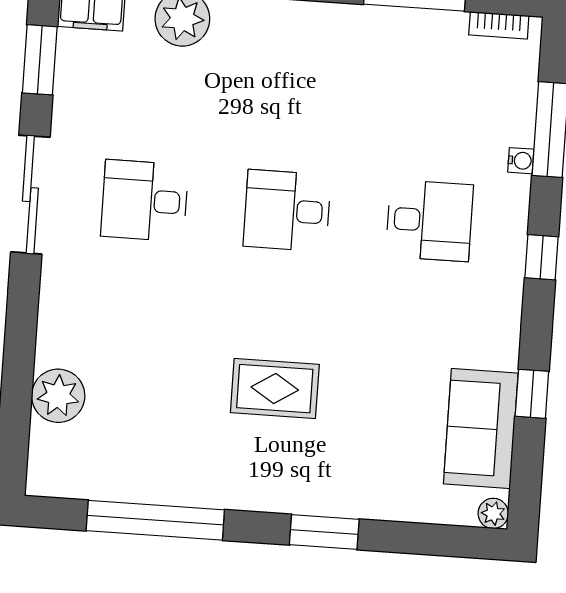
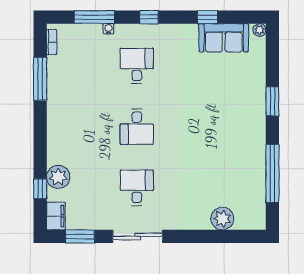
desk: (144, 201) -> (137, 188), turned 180
rug: (275, 389) -> (213, 127), removed

